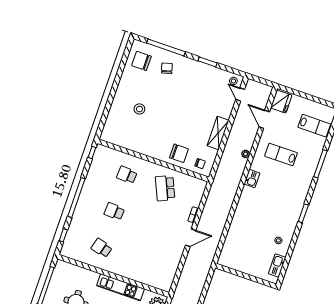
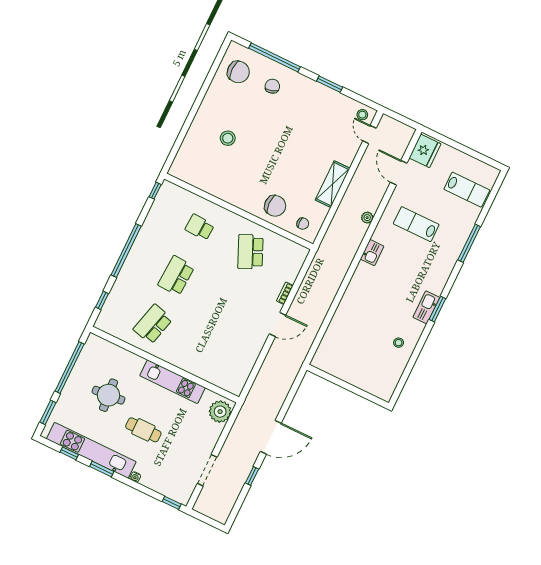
chair: (141, 61) -> (238, 72), turned 180
school desk: (114, 211) -> (176, 276), width x1.85
school desk: (102, 248) -> (153, 324), width x1.85
kitchen sink: (277, 266) -> (426, 307), moved

